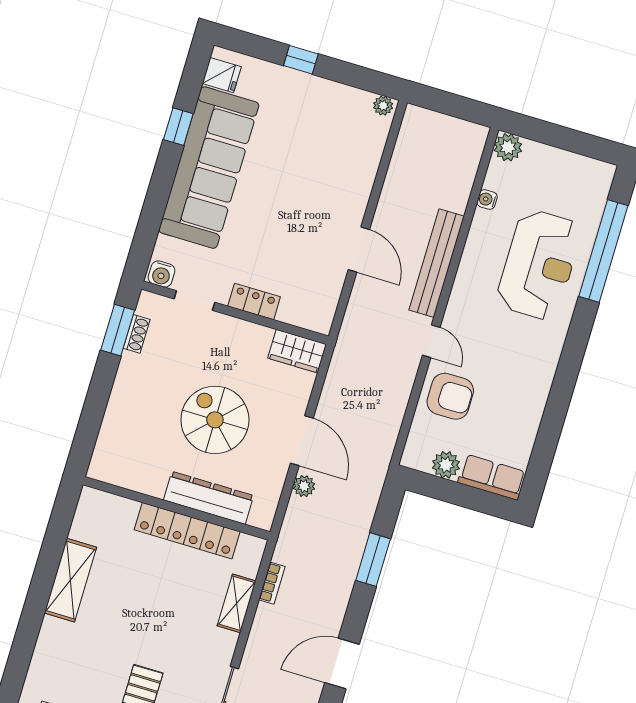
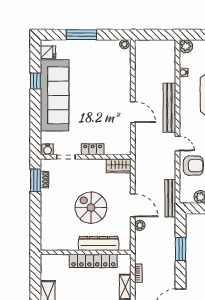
window: (301, 60) -> (81, 35), width x2.17
bench: (383, 449) -> (170, 198), added

